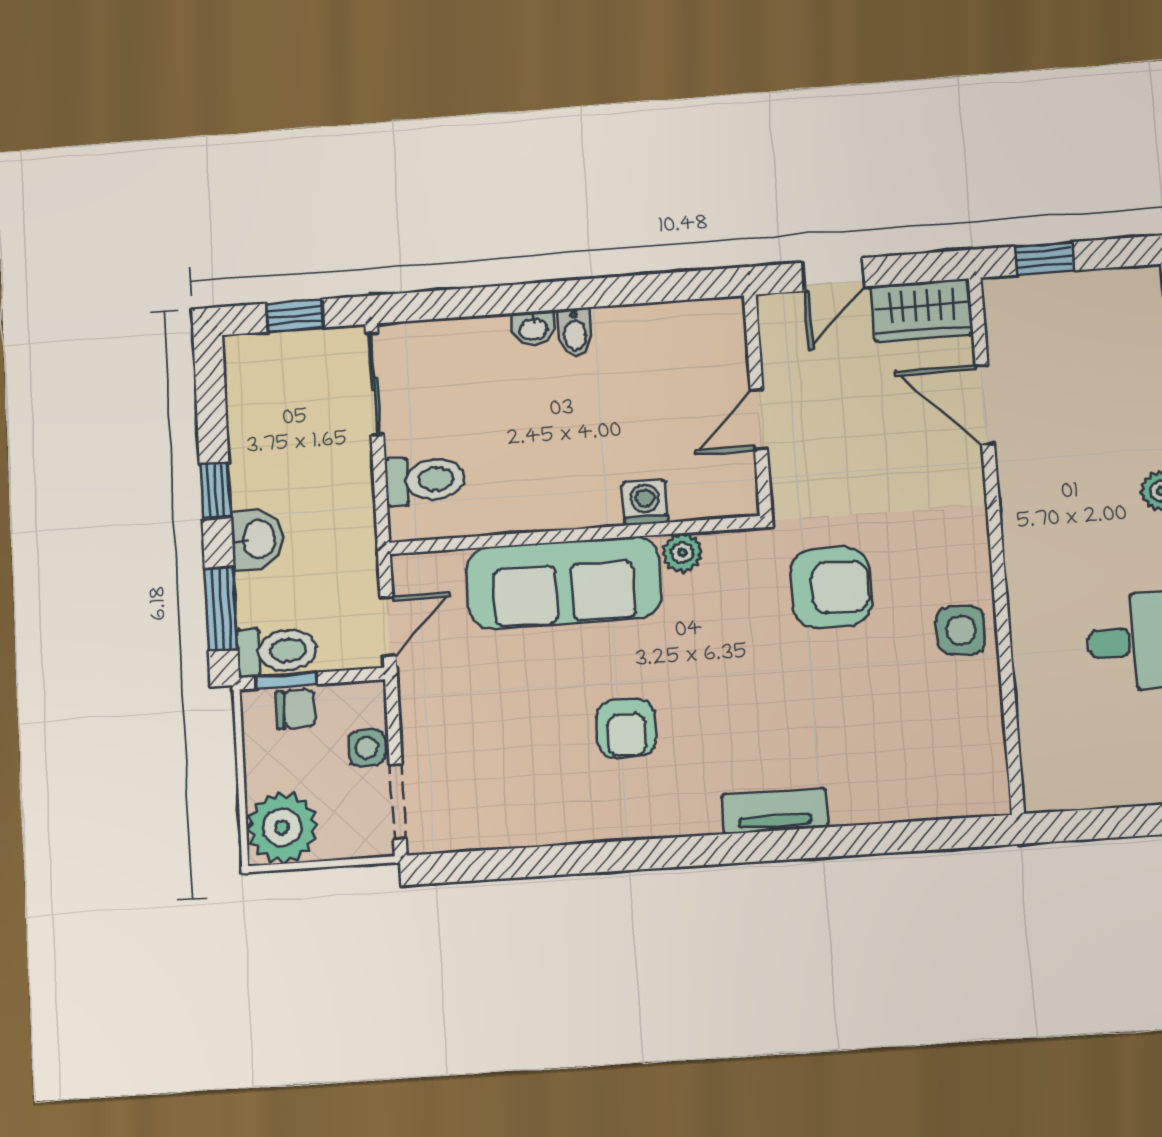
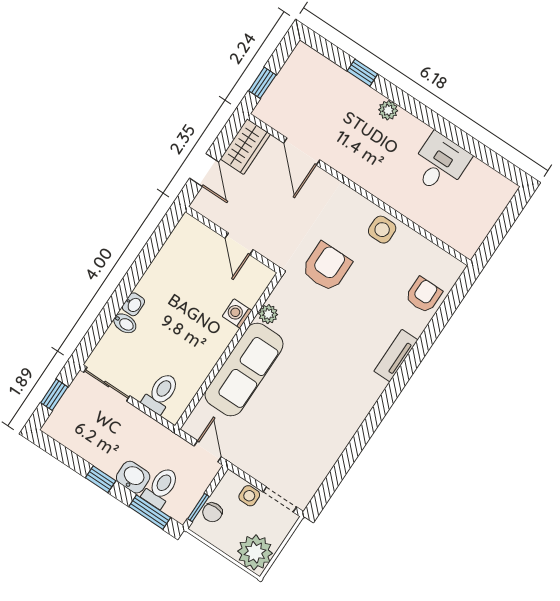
bidet: (575, 332) -> (125, 323), moved
door: (985, 405) -> (302, 151), hinge flipped
toilet: (277, 651) -> (161, 487), moved
chair: (295, 709) -> (212, 512), turned 180
armchair: (626, 728) -> (424, 295), moved, turned -90

